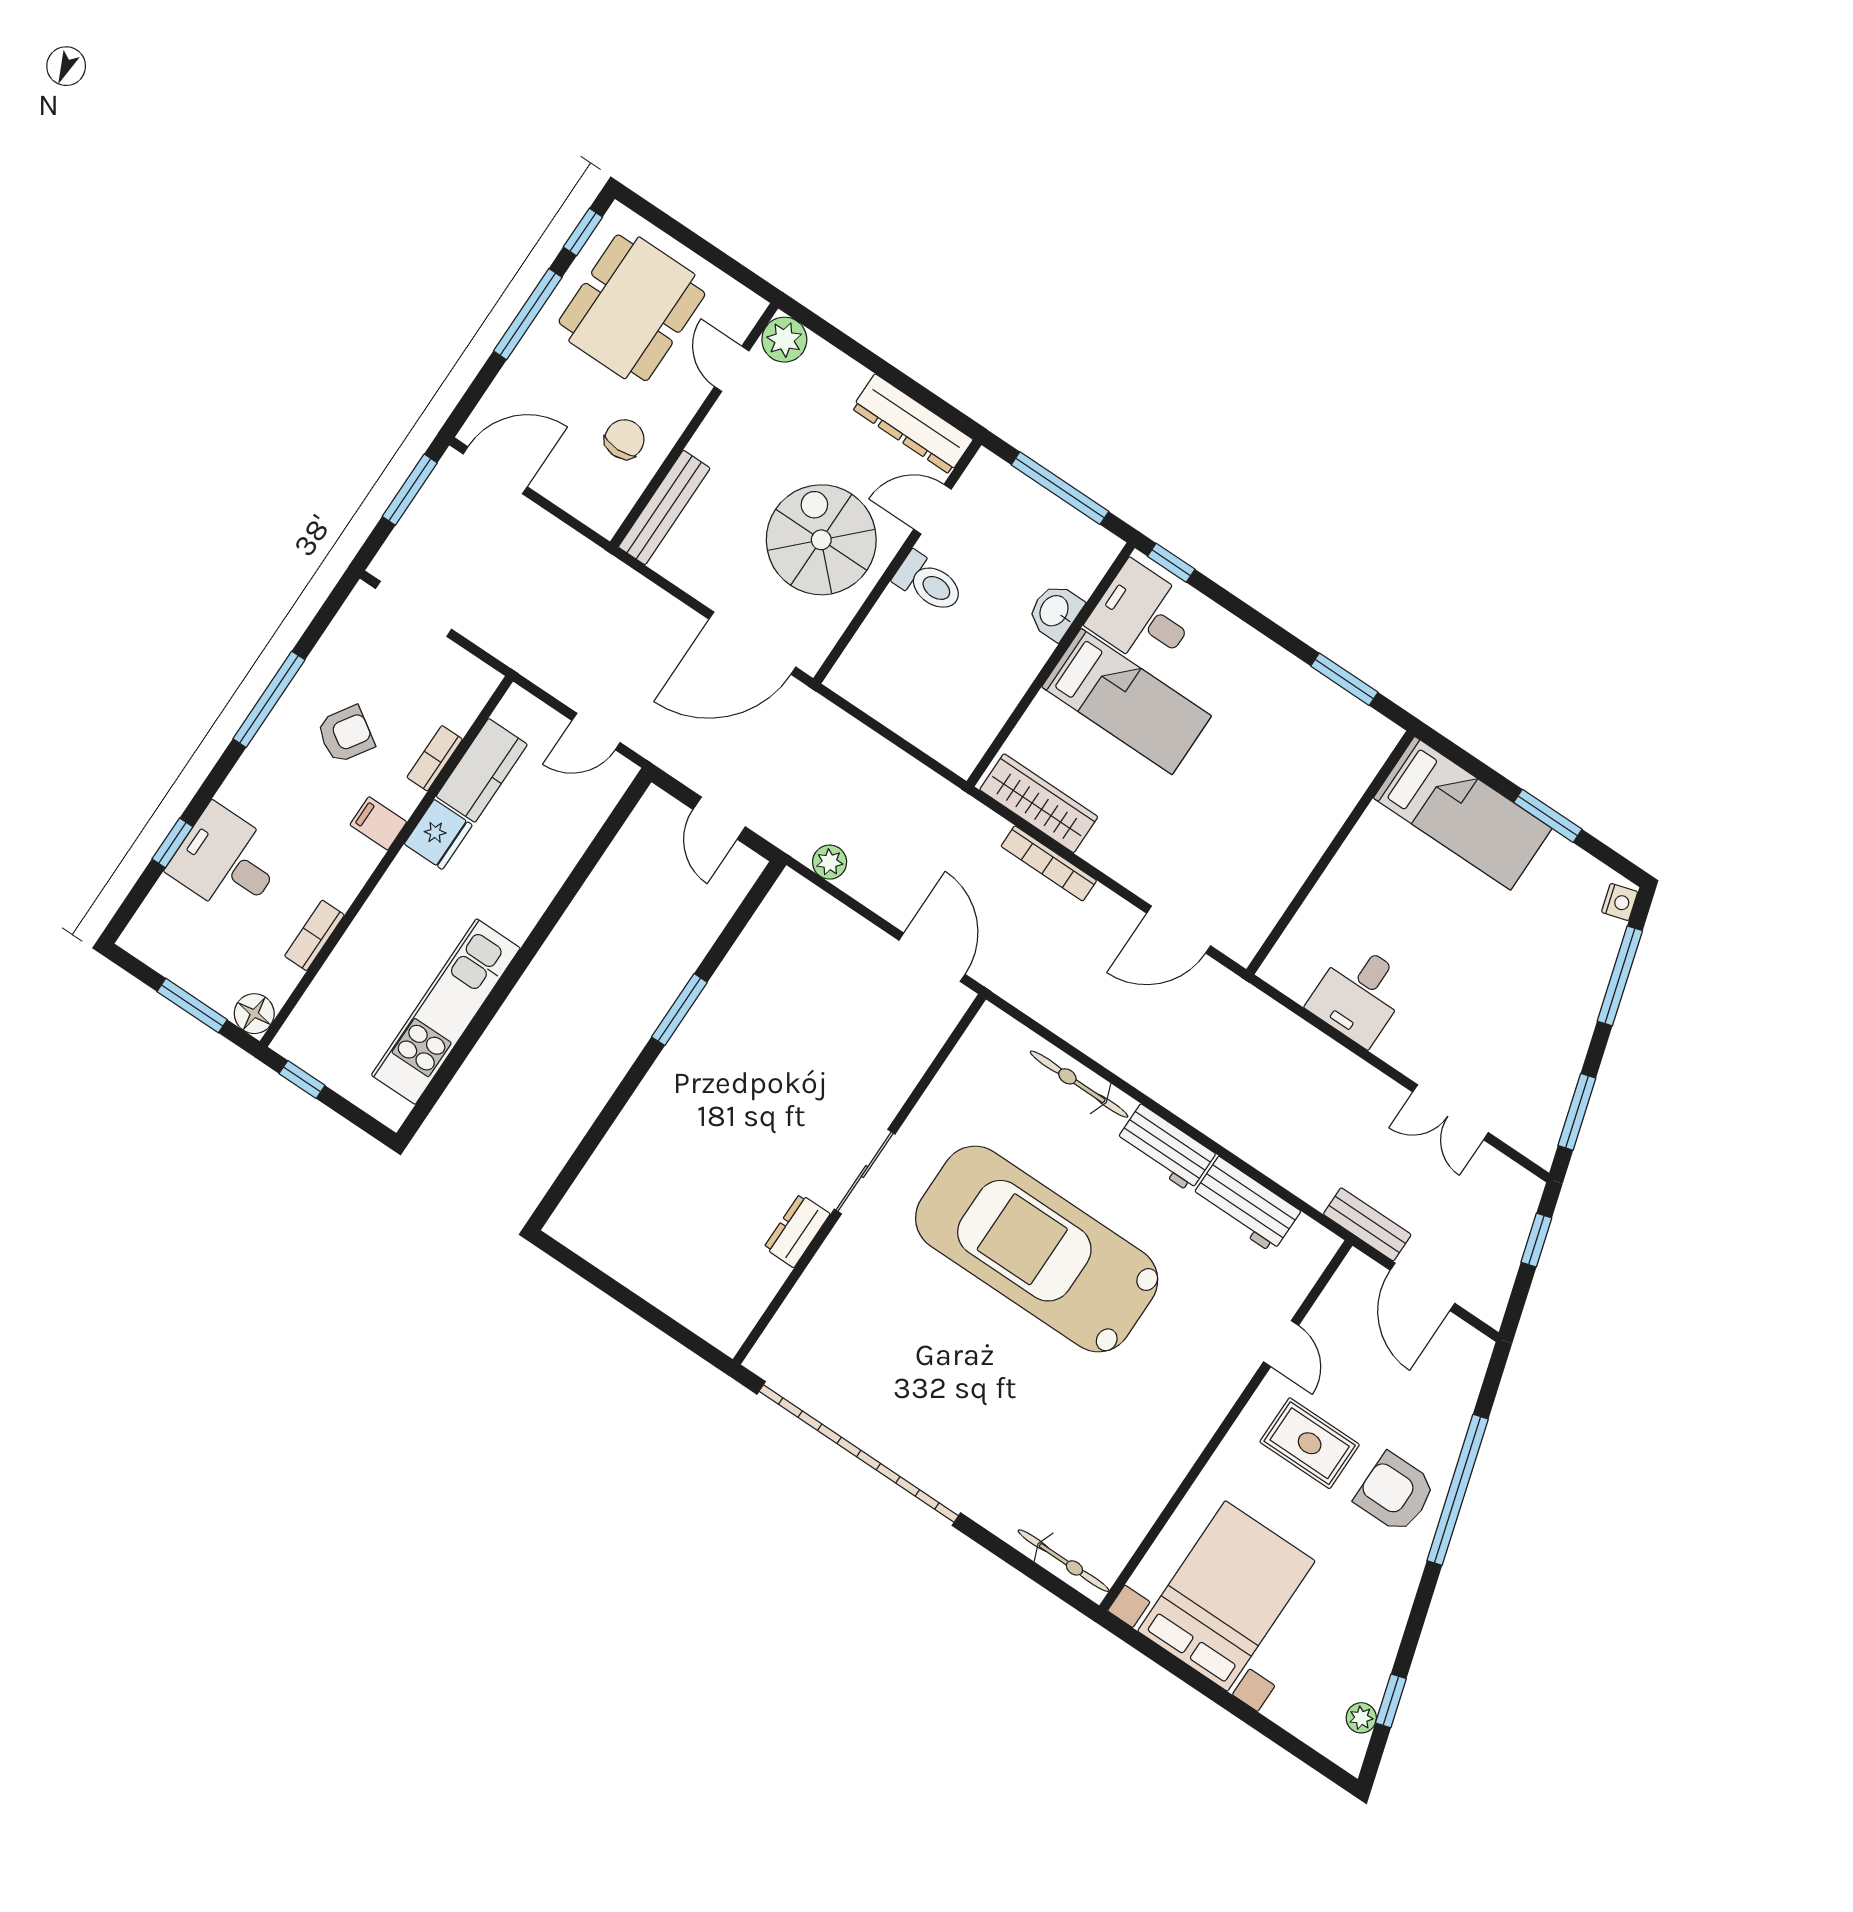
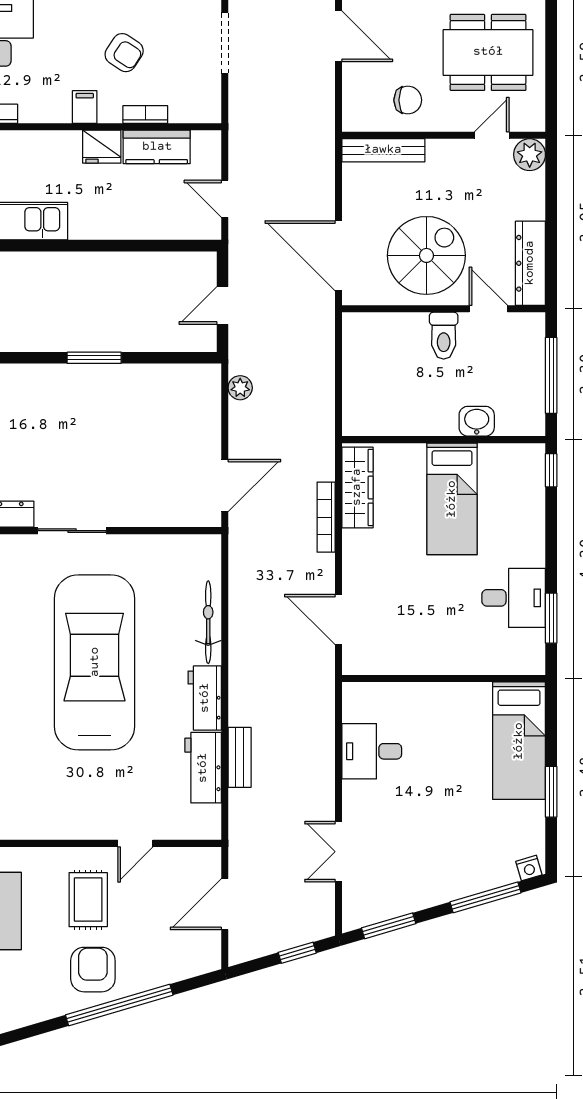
desk: (1143, 616) -> (514, 598), moved, turned 90
bench: (1367, 1224) -> (240, 757), moved

